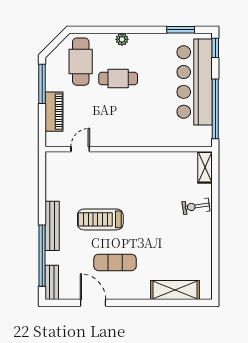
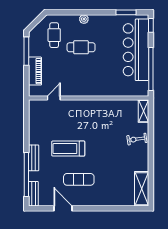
cafe table: (81, 62) -> (54, 35), width x0.73, depth x0.74
bench: (52, 226) -> (34, 158), width x0.73
shelving: (175, 290) -> (142, 189), moved, turned 90

